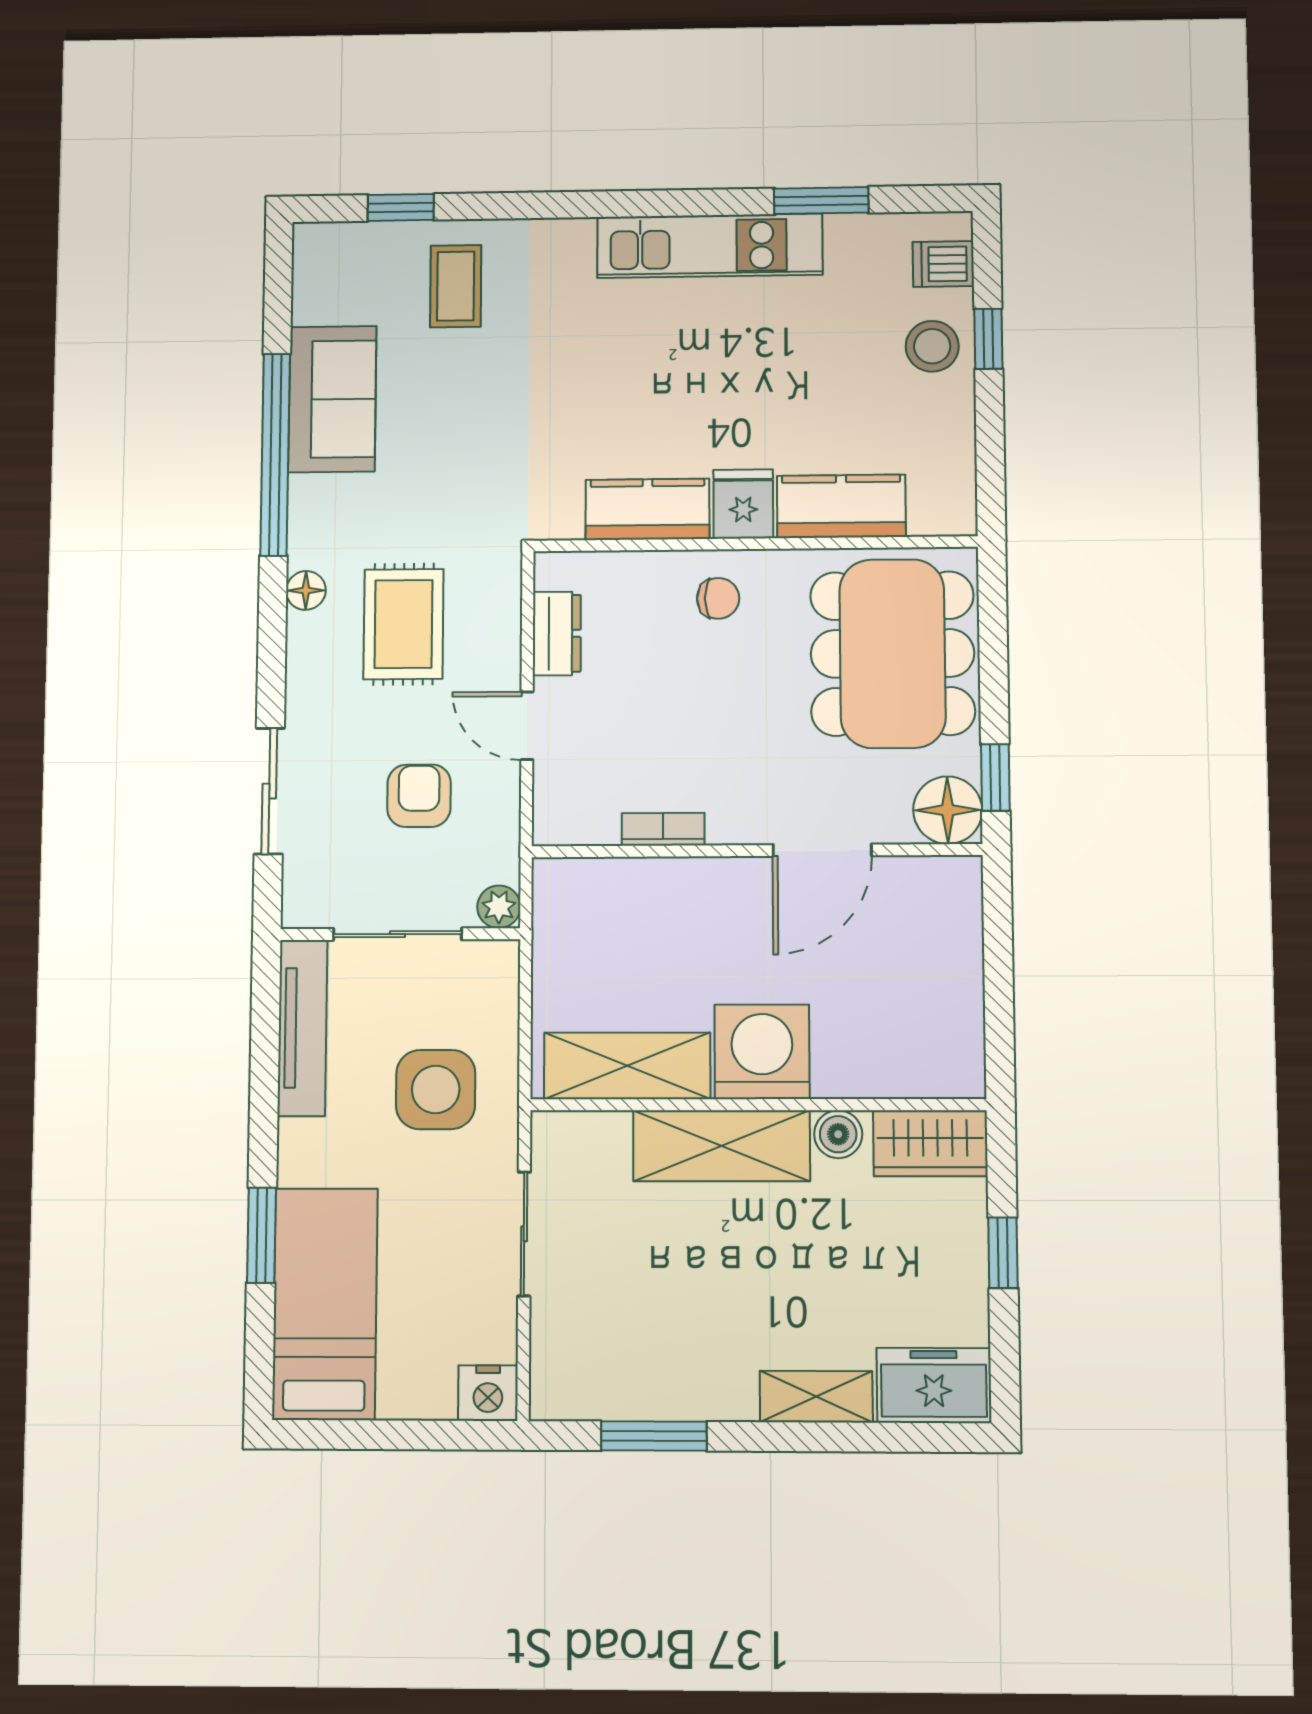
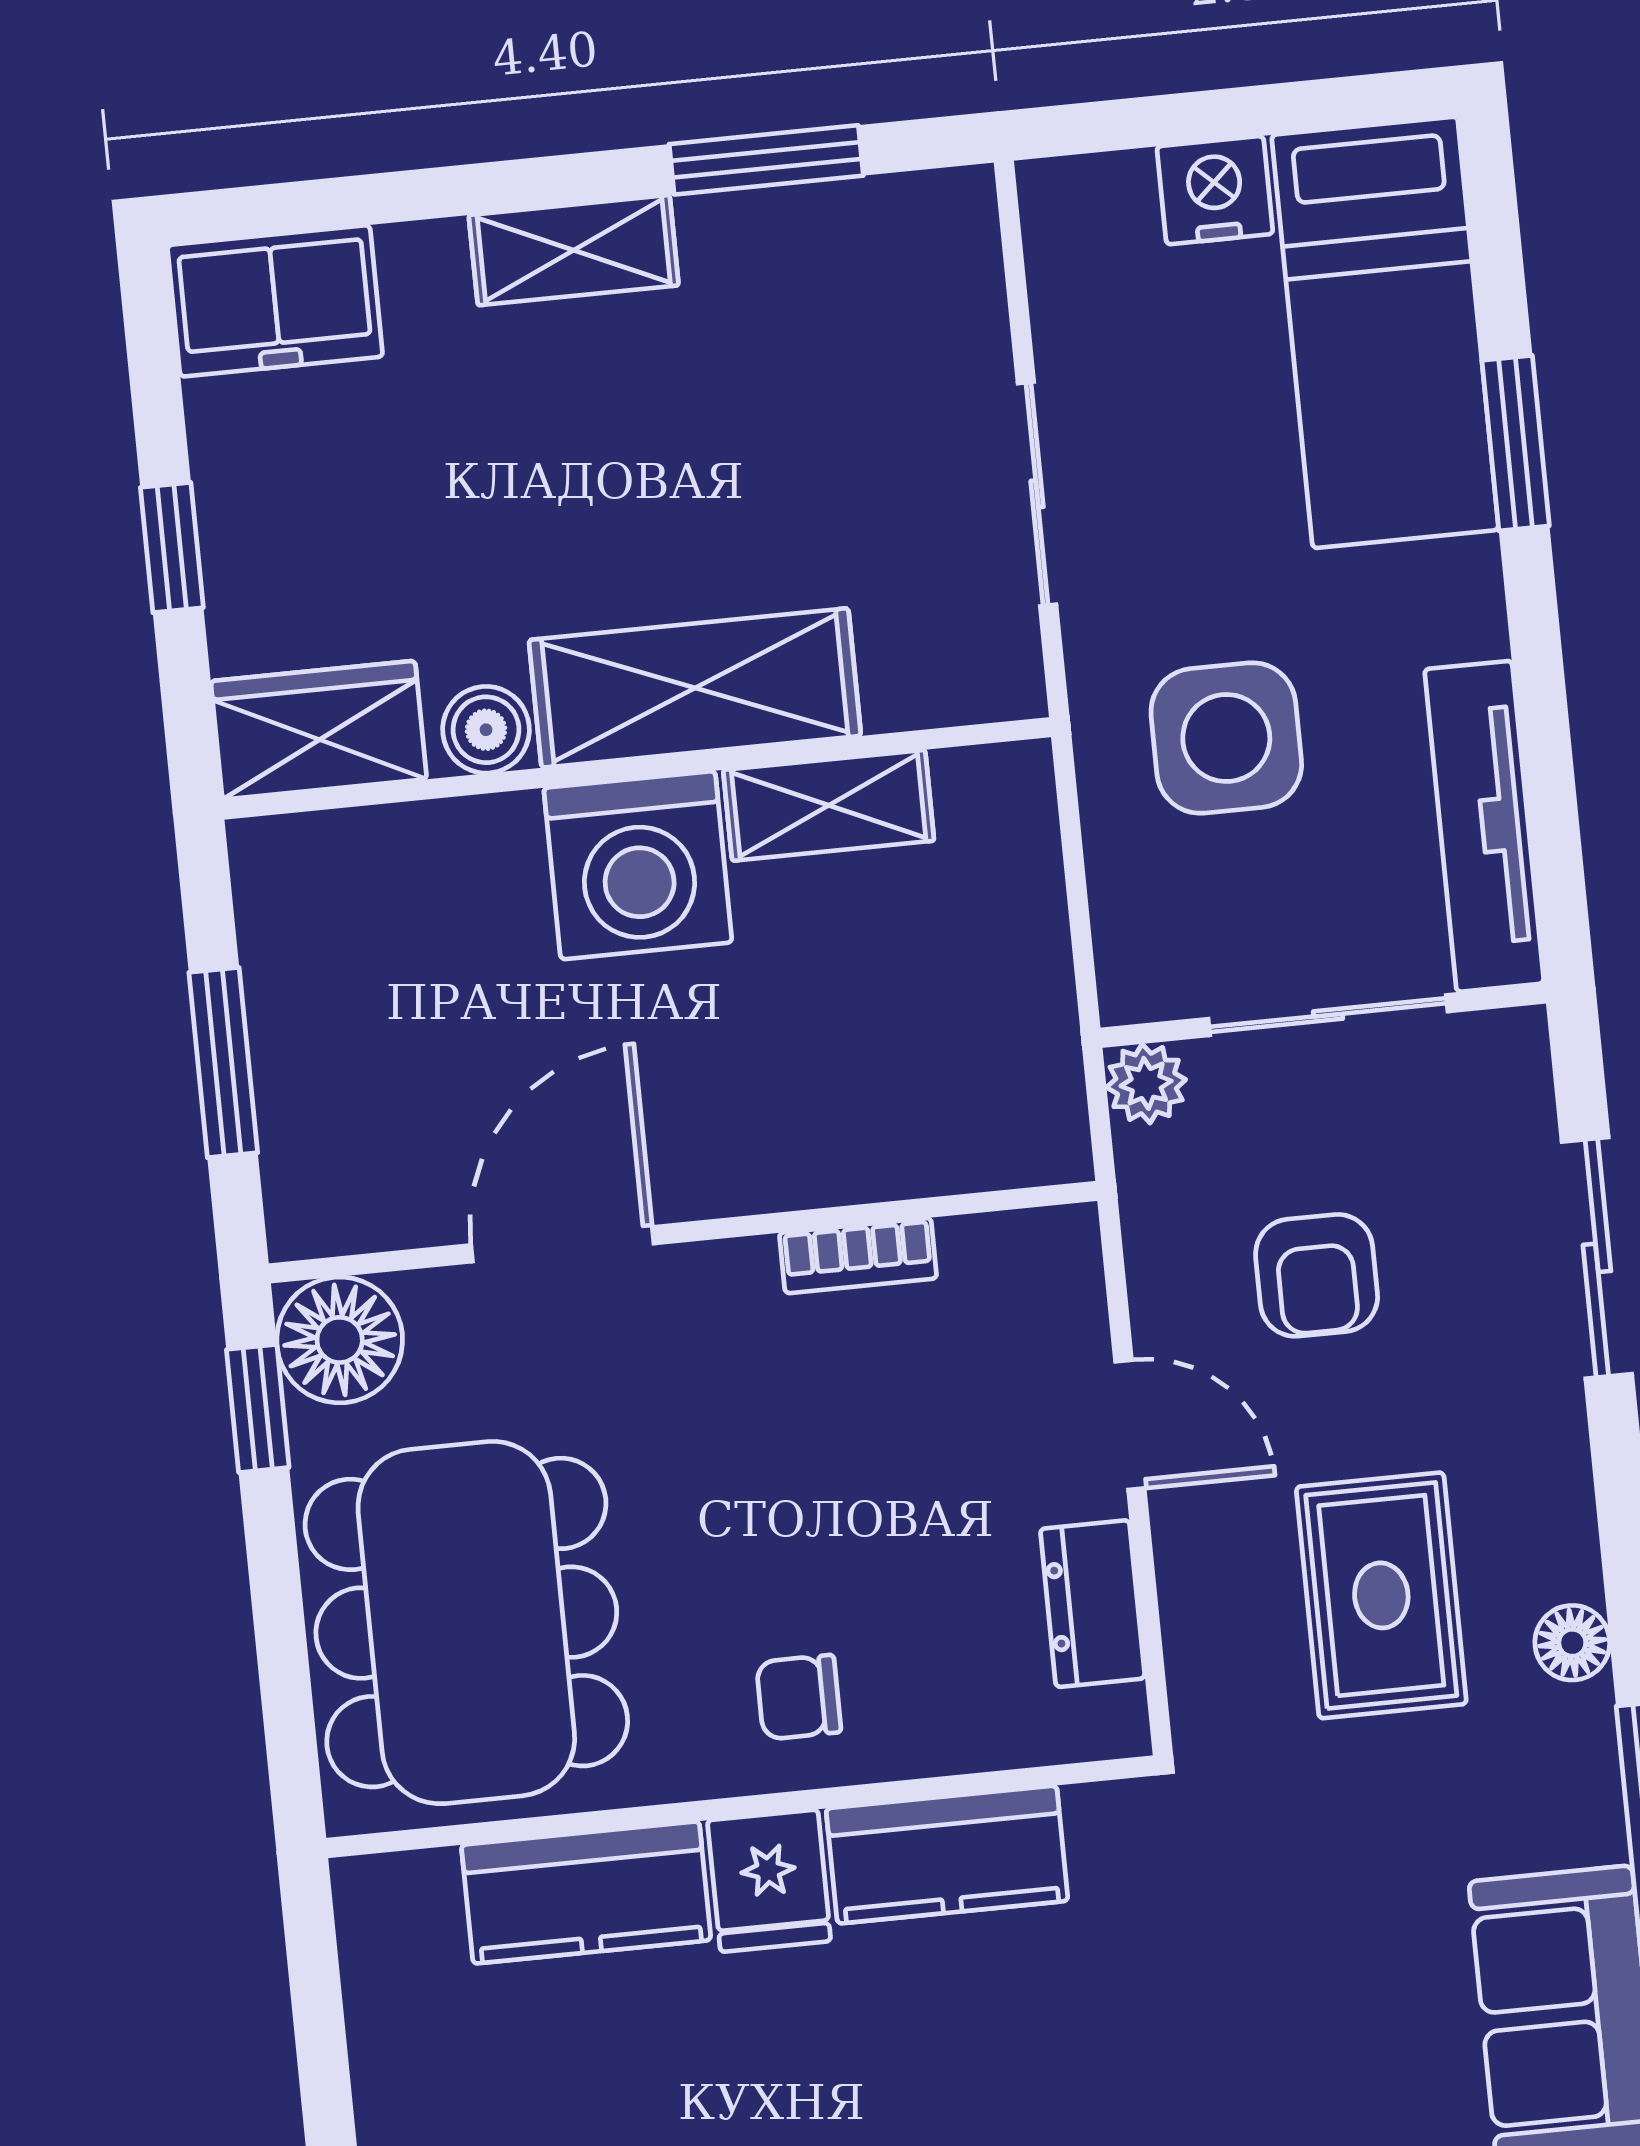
window: (998, 966) -> (223, 1063), added
shelving: (627, 1066) -> (829, 805), width x0.67, depth x0.75
nightstand: (488, 1393) -> (1215, 190), moved
shelving: (816, 1397) -> (574, 250), moved

